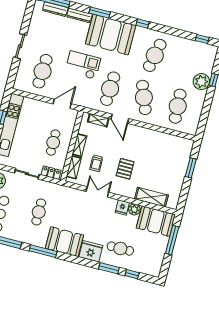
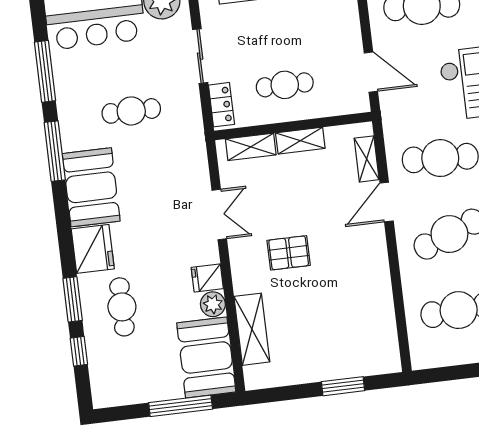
trolley: (96, 163) -> (277, 190), removed

